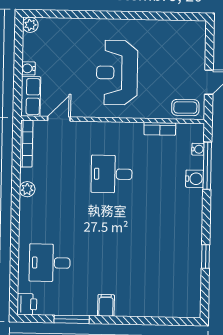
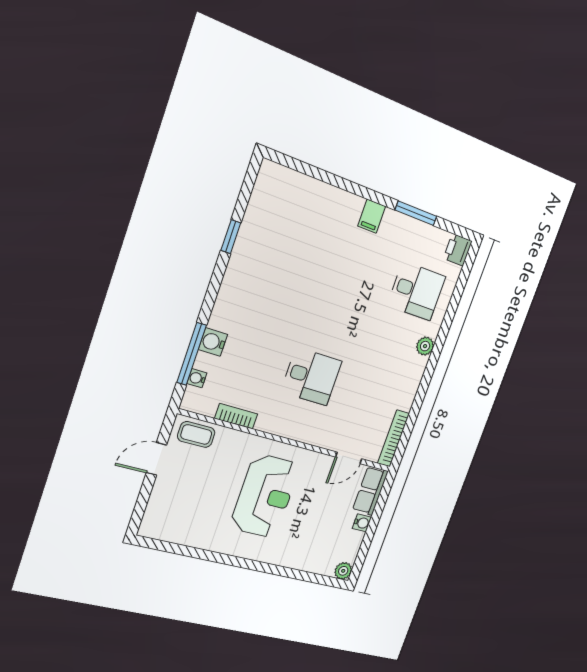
plant: (27, 189) -> (425, 346), moved

